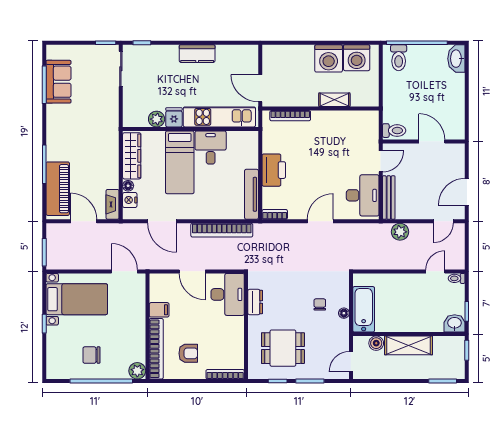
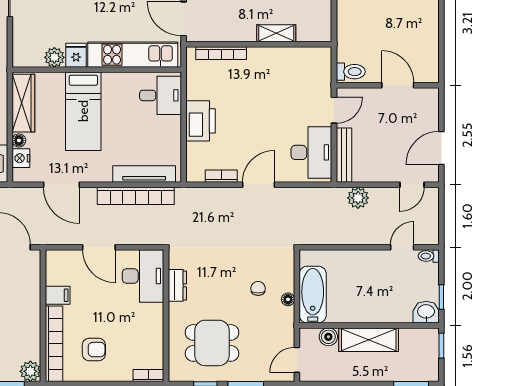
desk: (211, 147) -> (161, 95), moved, turned 90
tv unit: (251, 194) -> (144, 174), moved, turned 90
bookcase: (275, 214) -> (221, 176), moved
bookcase: (225, 374) -> (148, 376), width x0.64

